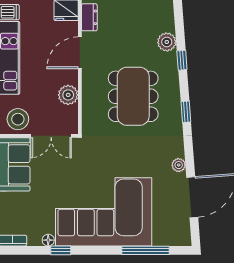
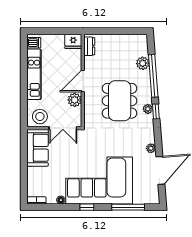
door: (80, 53) -> (83, 81), moved
window: (182, 60) -> (153, 76), width x3.17
plant: (174, 108) -> (148, 109), added
window: (61, 250) -> (87, 207), moved

